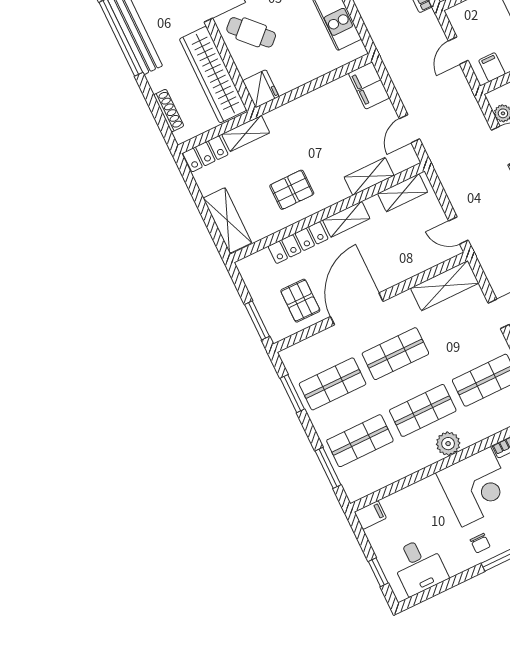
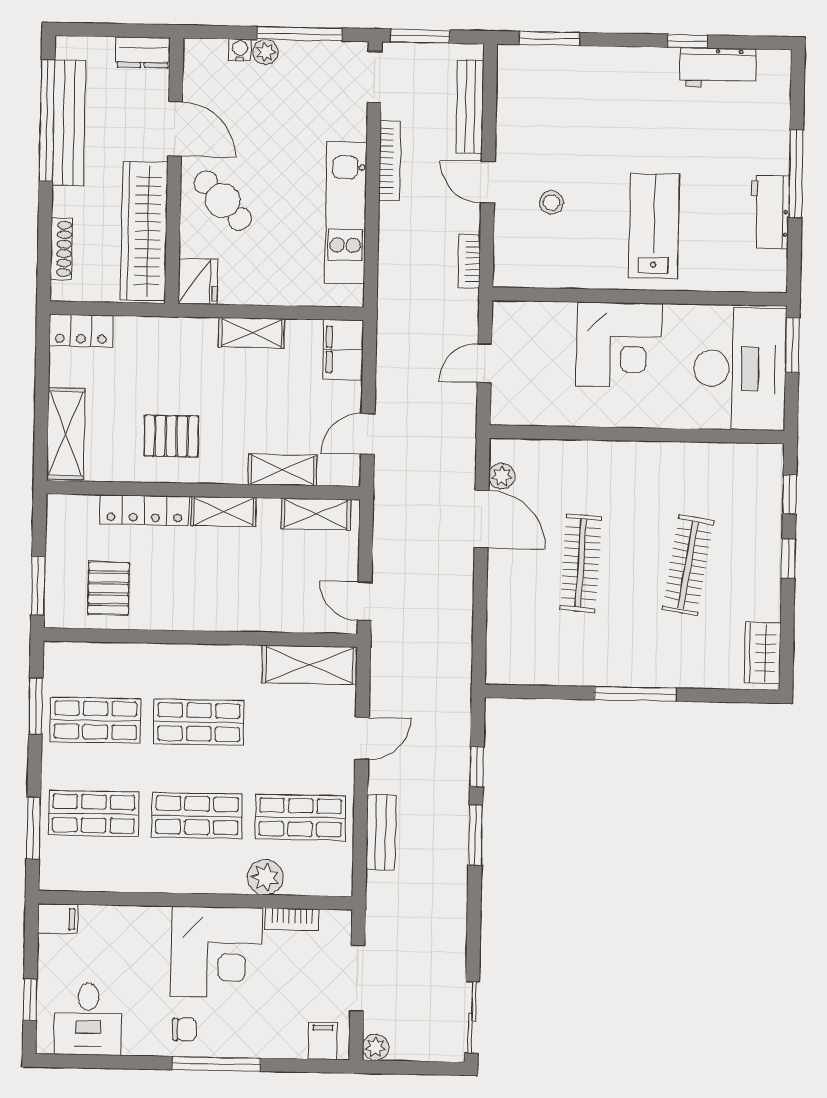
filing cabinet: (492, 67) -> (518, 408), removed
shelving: (246, 133) -> (251, 333), moved
door: (357, 309) -> (178, 637), removed
plant: (448, 444) -> (265, 877), moved
chair: (480, 543) -> (184, 1029), turned -90

